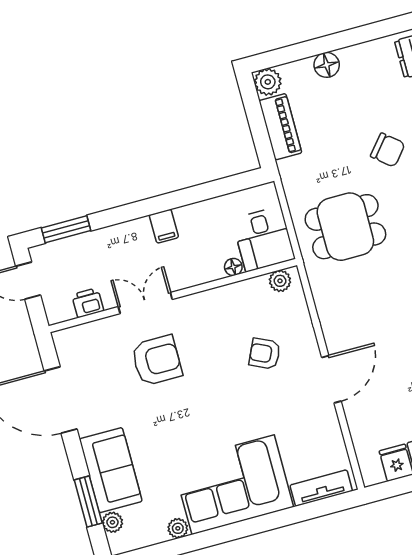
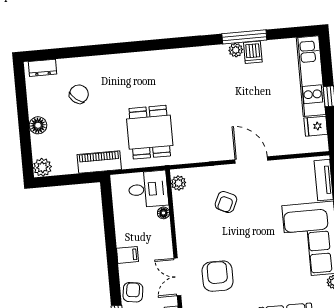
piano: (280, 127) -> (99, 162), moved
chair: (388, 150) -> (79, 94), moved
armchair: (112, 243) -> (133, 292), added

